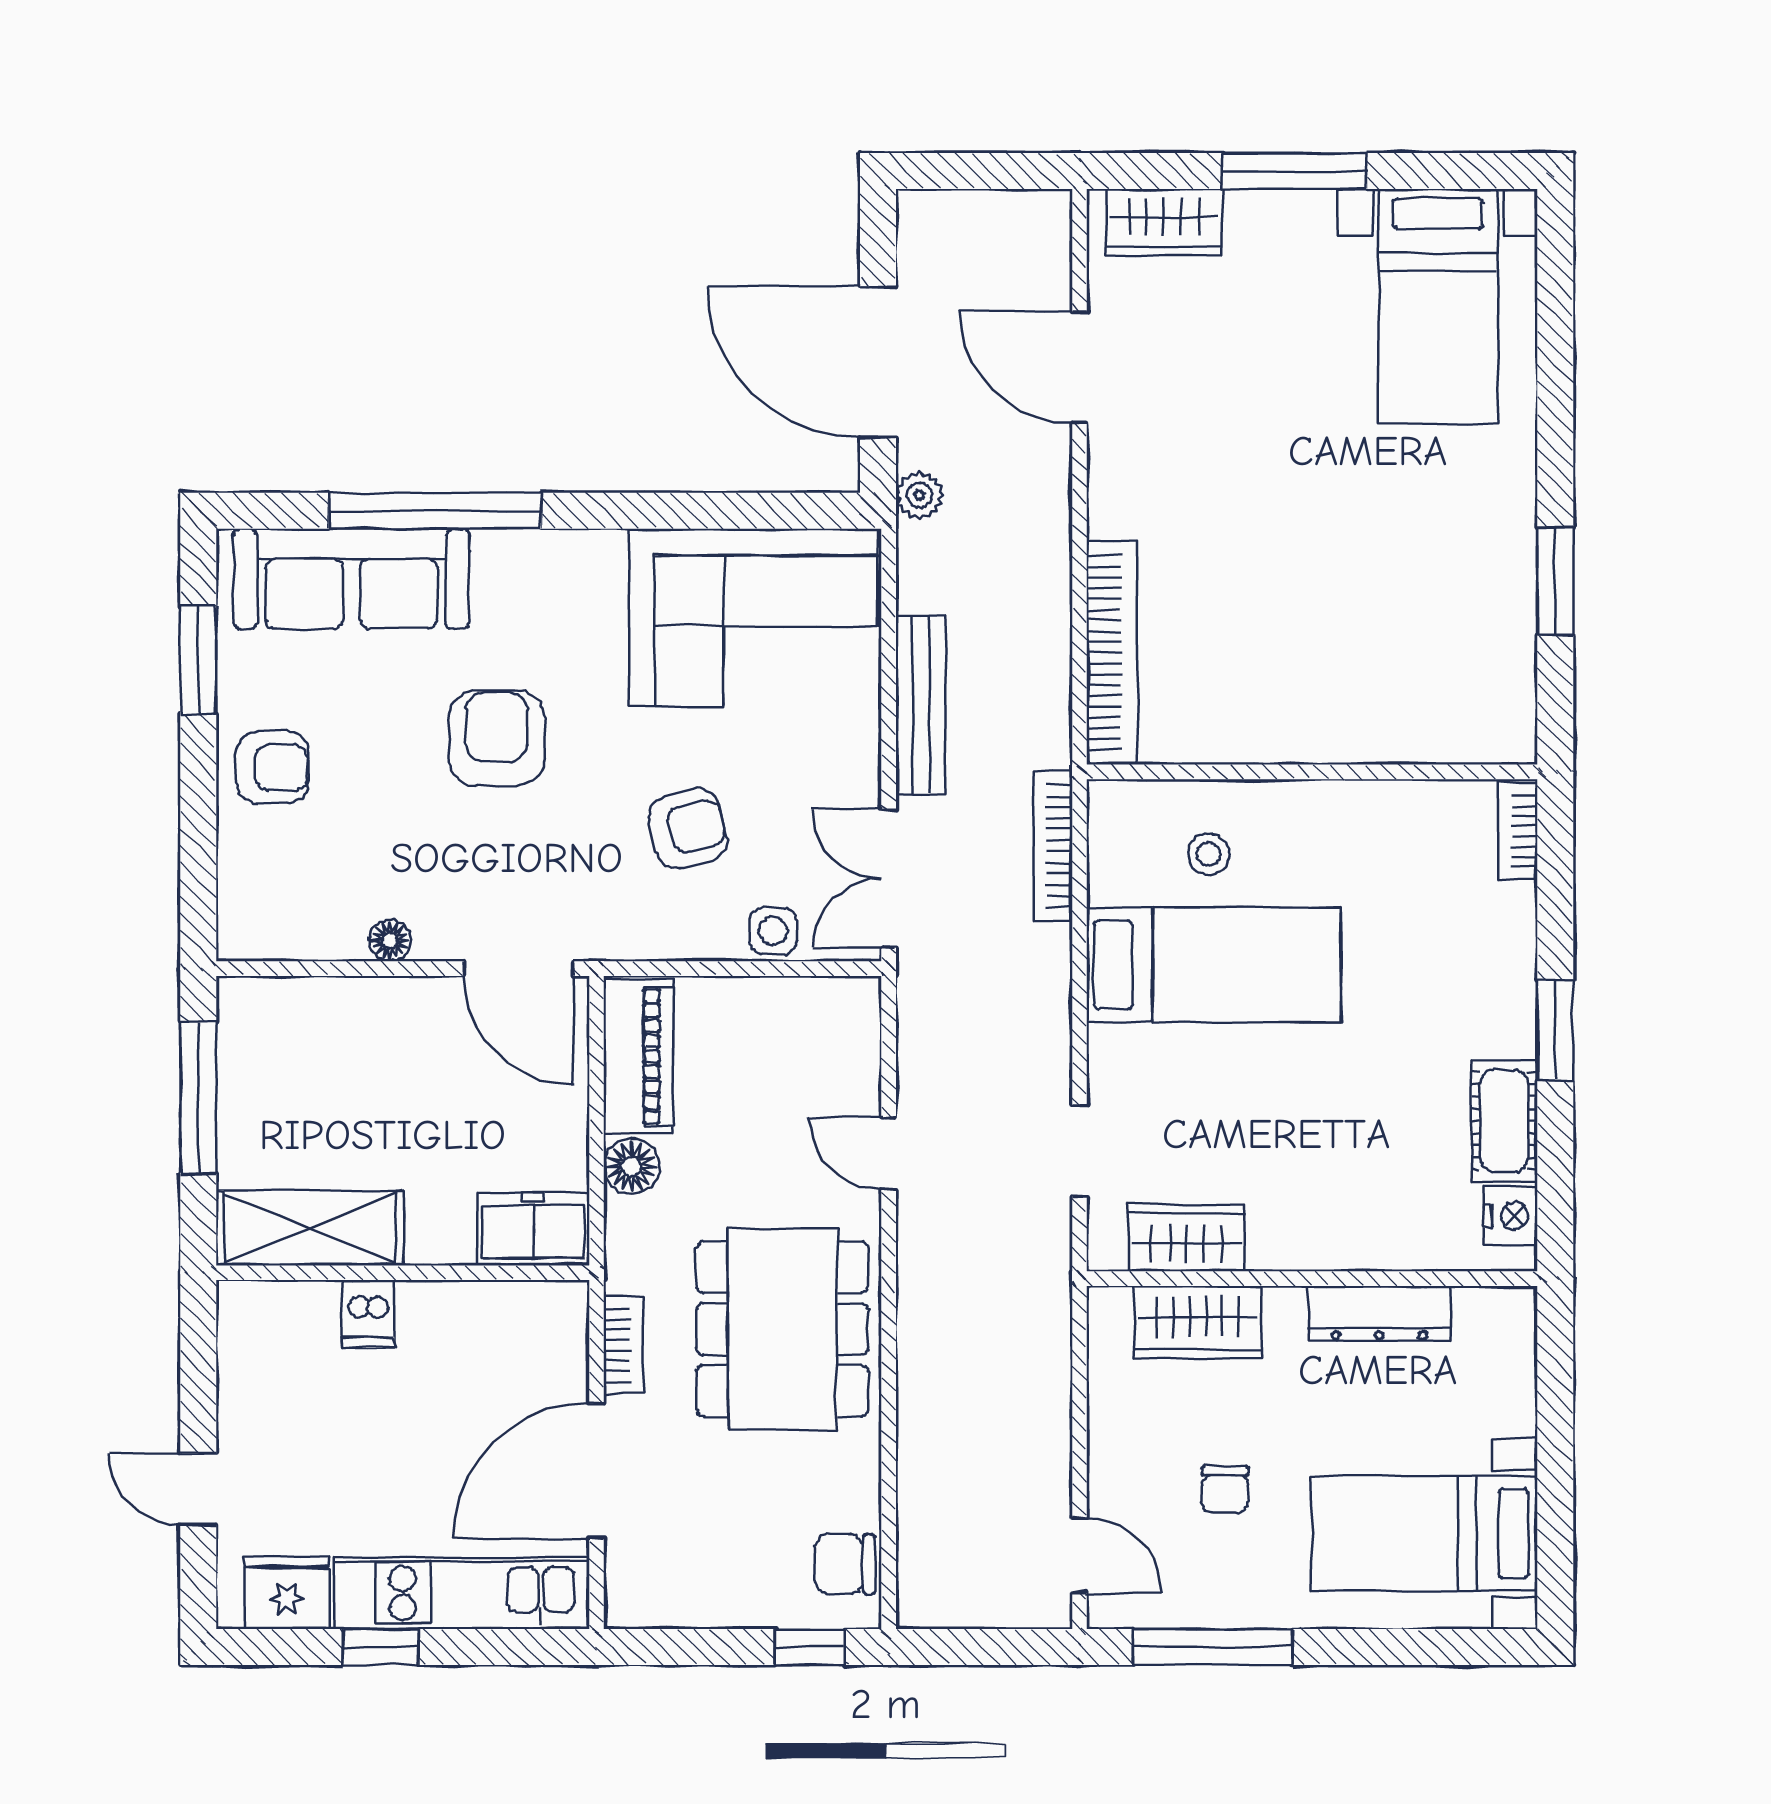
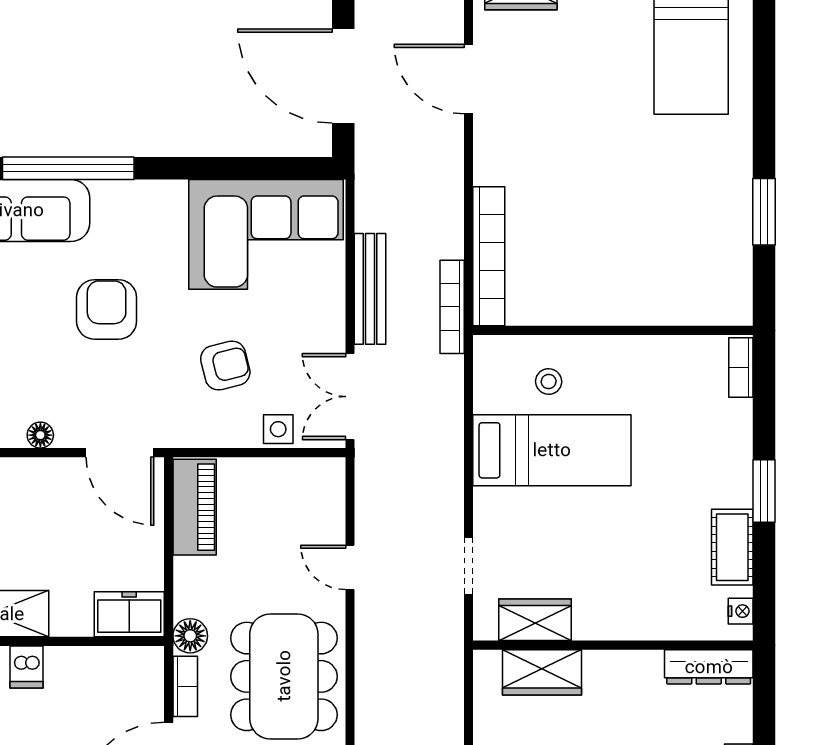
plant: (919, 495) -> (369, 159), removed
bookcase: (1053, 846) -> (452, 307), moved
floor lamp: (631, 1166) -> (190, 636), moved
nightstand: (1511, 1216) -> (741, 611), width x0.72, depth x0.74
dresser: (1379, 1314) -> (709, 667), moved

